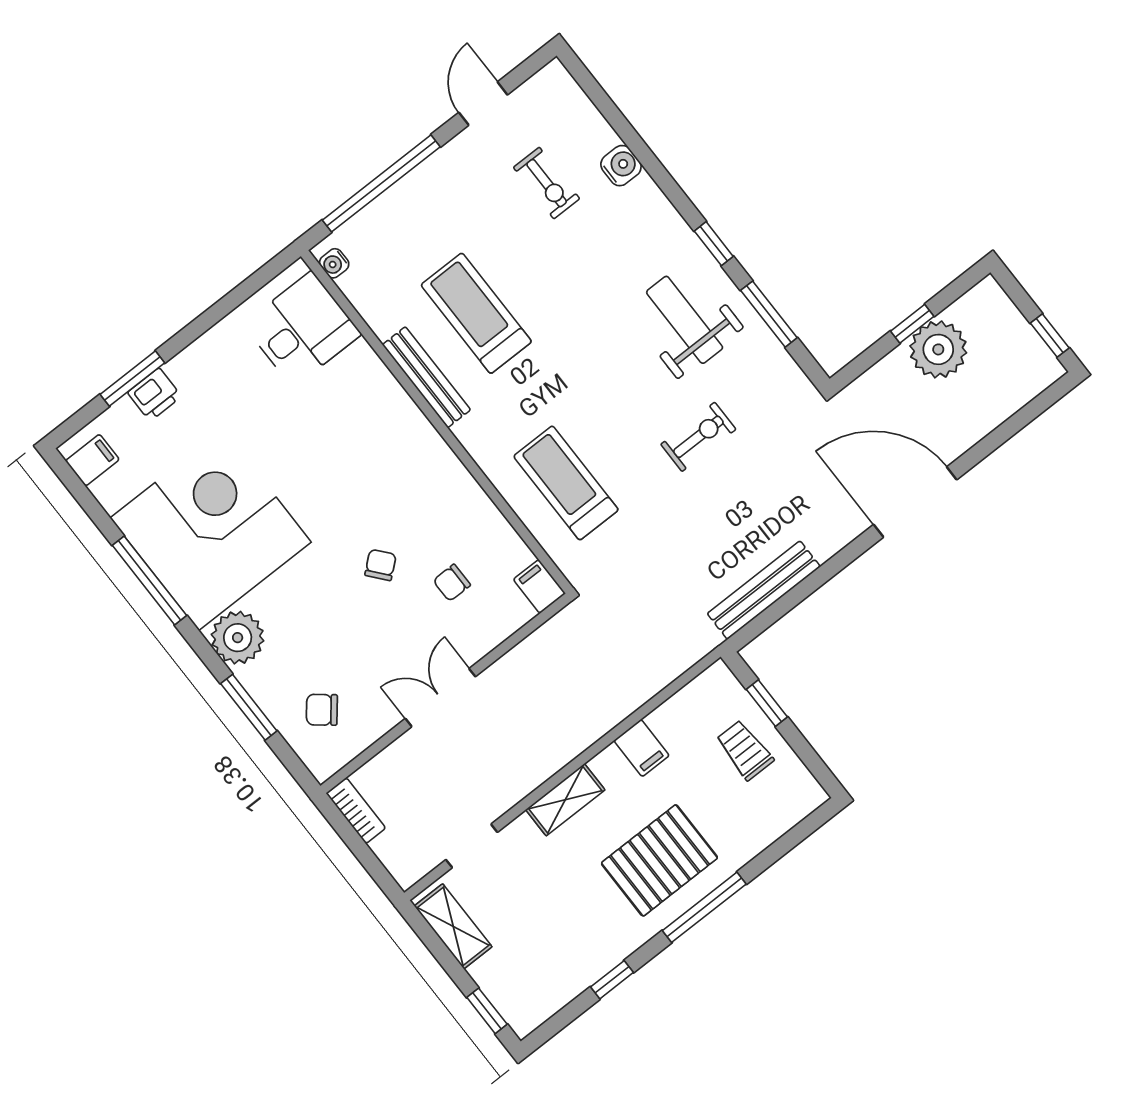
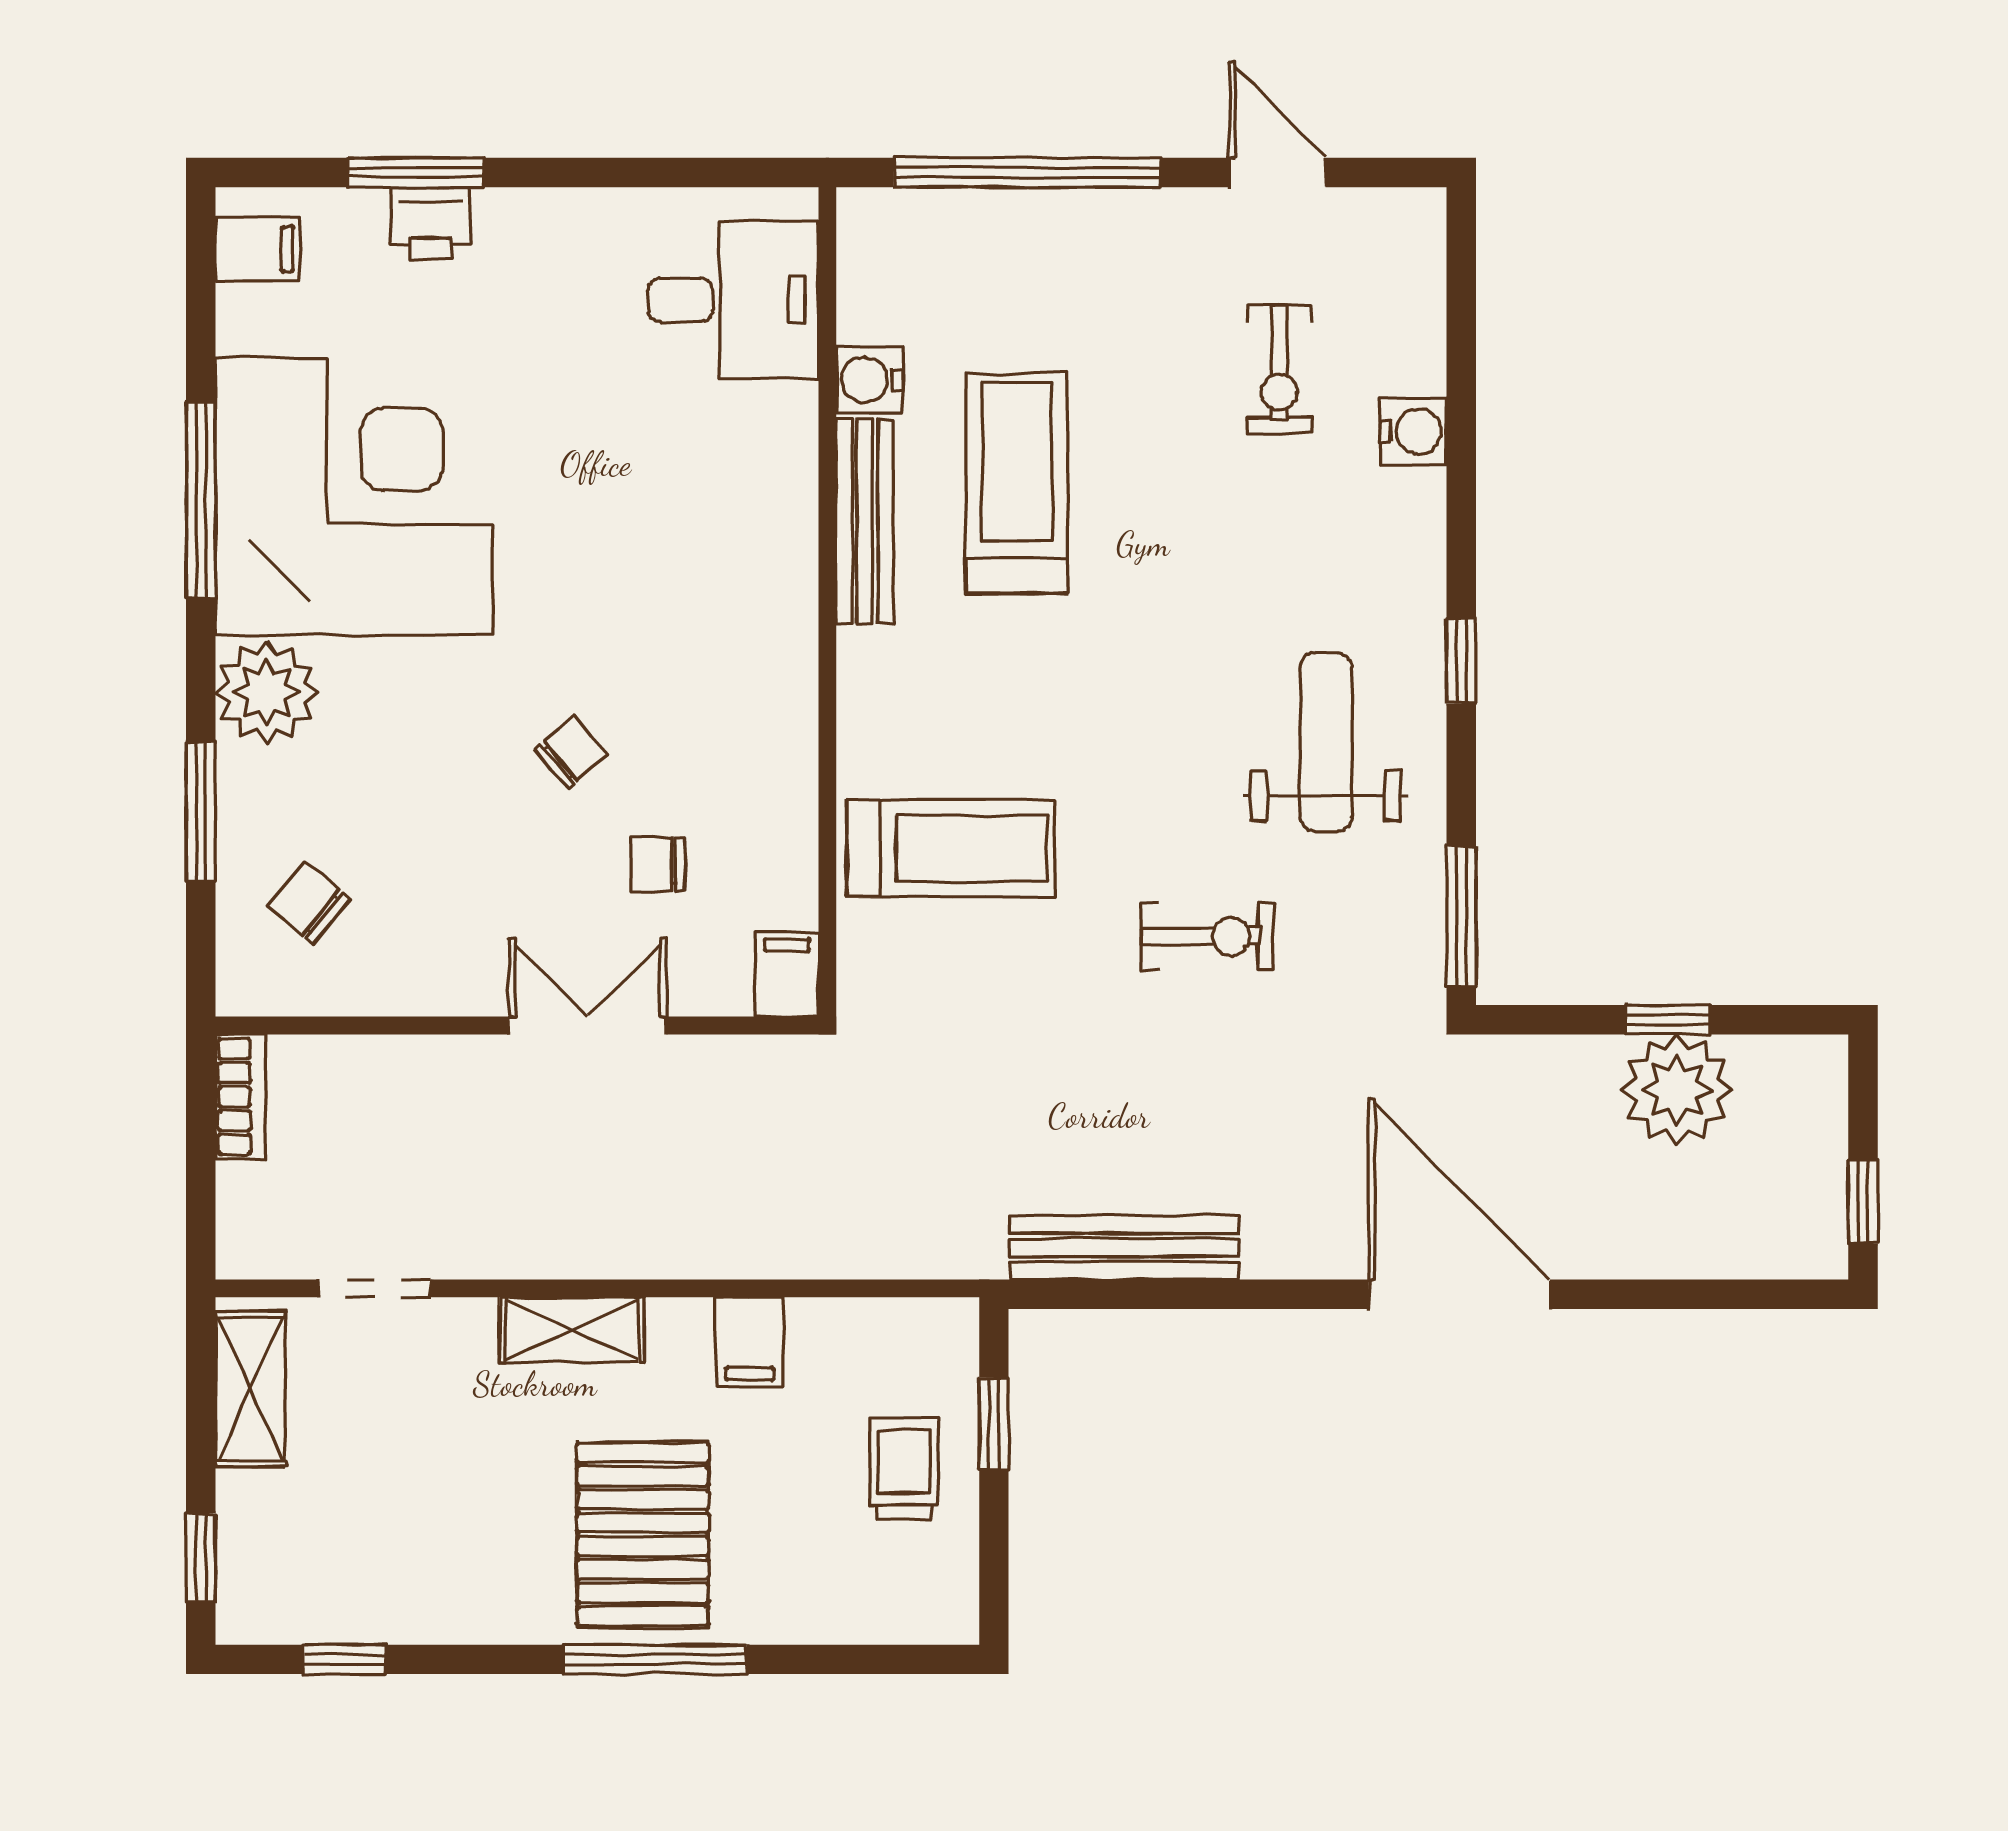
door: (483, 104) -> (1277, 173), hinge flipped
water cooler: (334, 263) -> (870, 380), moved, width x1.38, depth x1.38
window: (769, 314) -> (1461, 916), moved
treadmill: (566, 483) -> (951, 849), turned 90
double door: (440, 698) -> (588, 1025), moved
pallet: (659, 860) -> (643, 1535), turned 90
window: (612, 980) -> (345, 1659), moved

